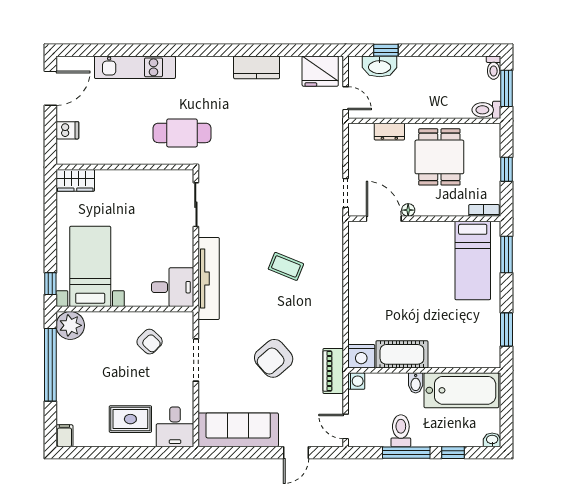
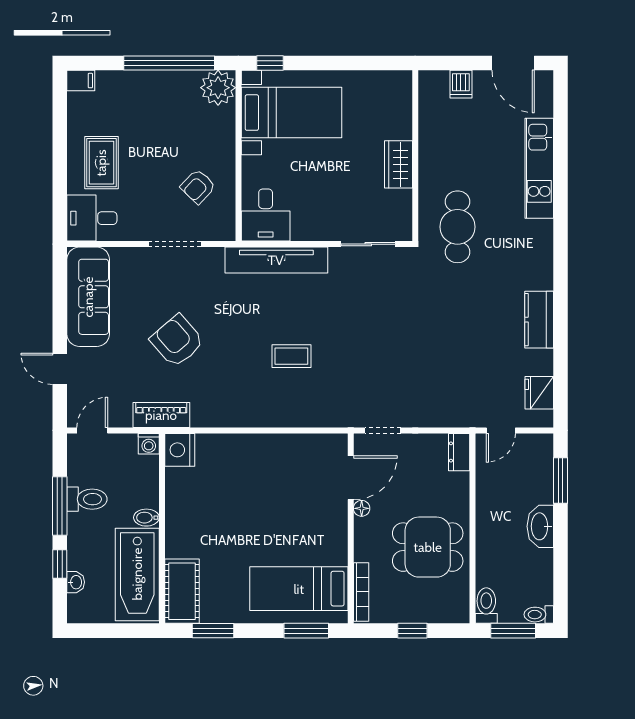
window: (386, 50) -> (560, 480), width x1.50
washbasin: (380, 66) -> (540, 526), moved
fridge: (320, 71) -> (539, 393), width x0.73, depth x0.75
dresser: (389, 132) -> (459, 452), moved
wardrobe: (75, 180) -> (399, 164), moved
bookcase: (484, 210) -> (361, 592), width x1.56
coffee table: (286, 266) -> (291, 356), turned 68
cot: (402, 354) -> (182, 591), moved
washbasin: (492, 440) -> (76, 582), moved

